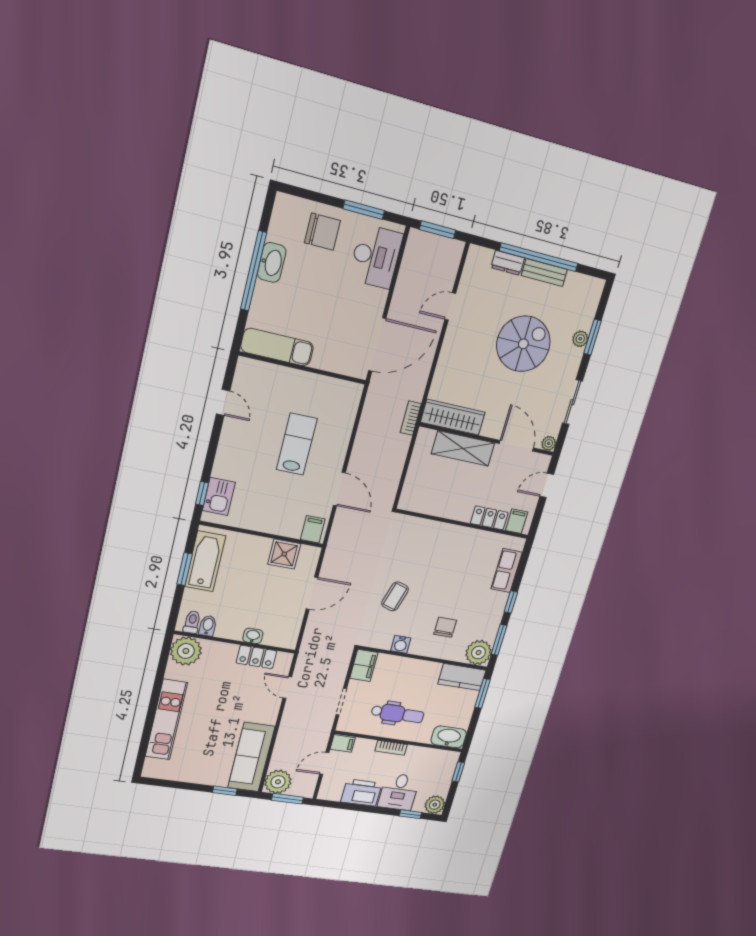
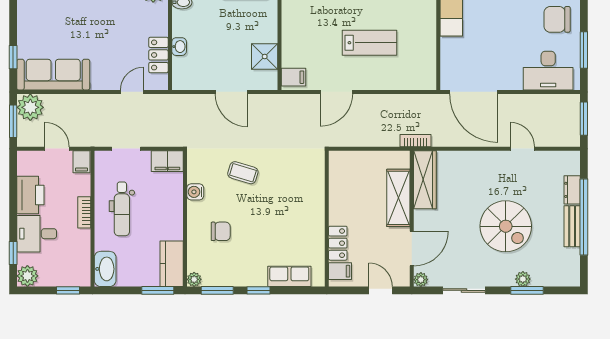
chair: (322, 232) -> (557, 19), turned 90
plant: (478, 653) -> (194, 279), width x0.53, depth x0.53

